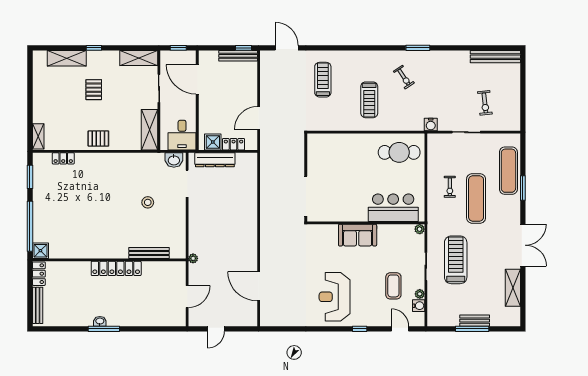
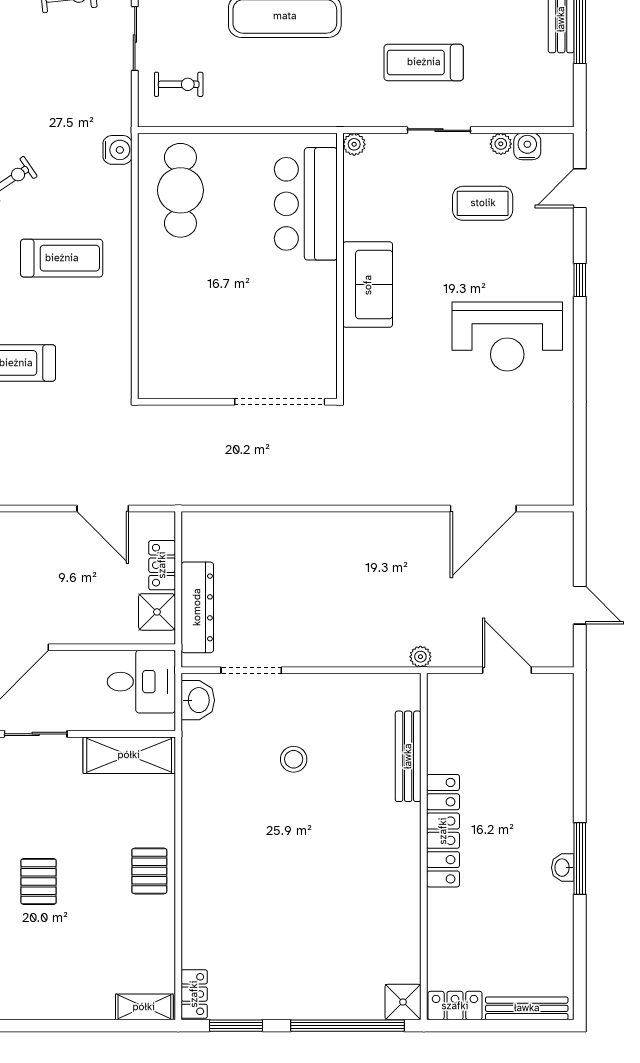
pallet: (94, 90) -> (39, 881), turned 90
water cooler: (431, 125) -> (118, 150), moved
locker: (63, 158) -> (194, 994), moved
exercise bike: (450, 187) -> (179, 84), moved
treadmill: (456, 260) -> (424, 62), width x0.73, depth x0.73

